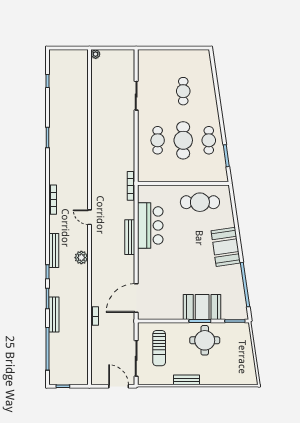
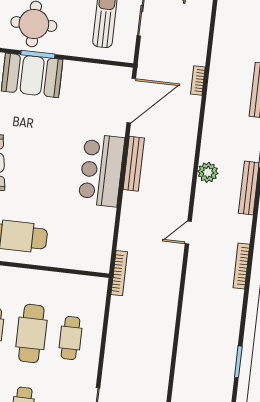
door: (89, 217) -> (188, 233), swing flipped
bar counter: (150, 225) -> (101, 170), moved
bench: (130, 237) -> (134, 164), moved

